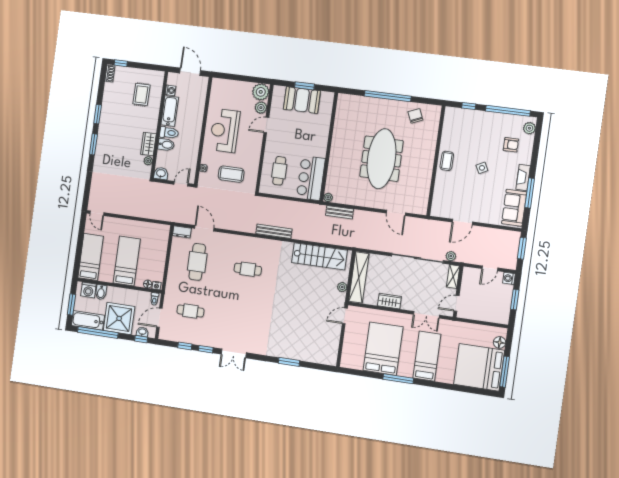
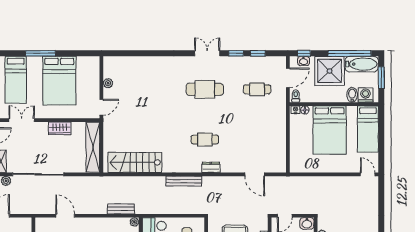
dresser: (182, 232) -> (211, 167), moved
bed: (127, 261) -> (330, 130), width x1.50
cafe table: (197, 262) -> (205, 89), moved, turned 90
plant: (342, 287) -> (108, 83), moved
window: (289, 362) -> (151, 53), removed

